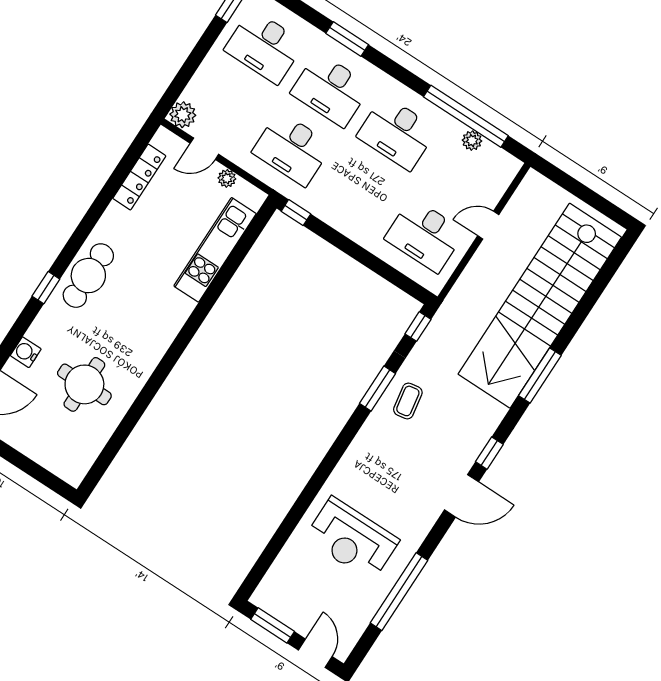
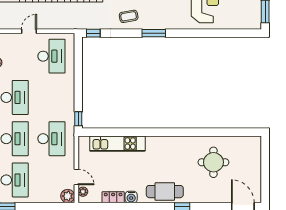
locker: (139, 177) -> (113, 197), width x0.66
plant: (227, 178) -> (83, 192), moved
door: (488, 225) -> (29, 31), swing flipped
water cooler: (26, 352) -> (131, 197), moved
window: (378, 388) -> (154, 33), moved

